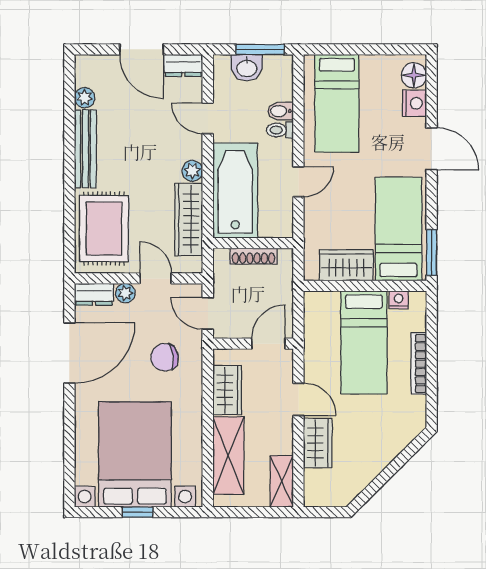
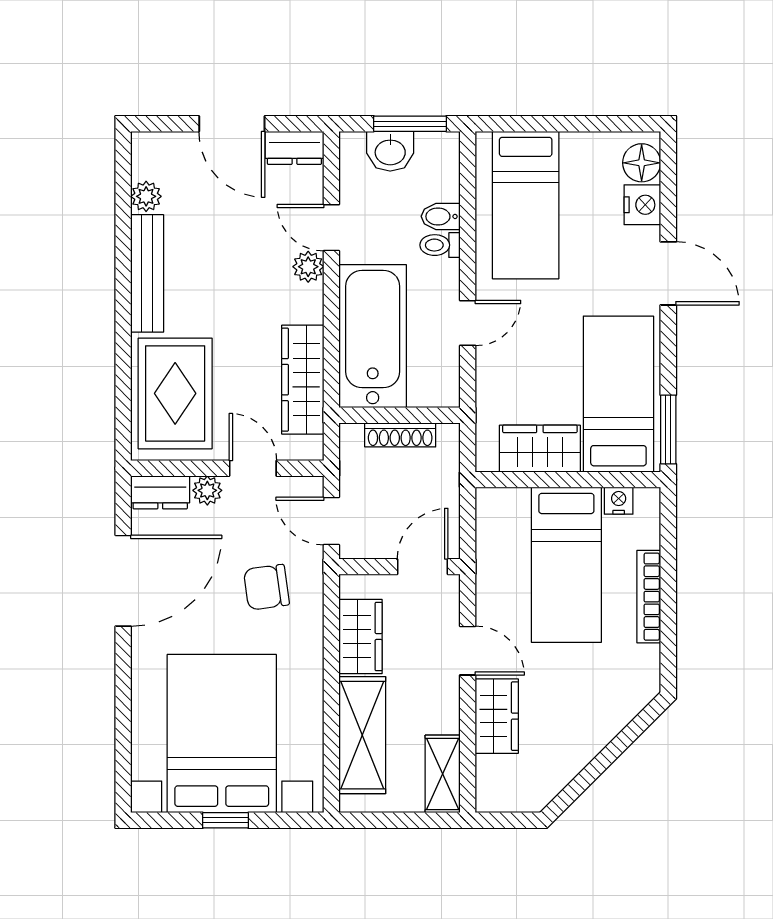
plant: (192, 171) -> (308, 267), moved

